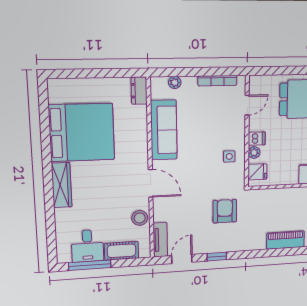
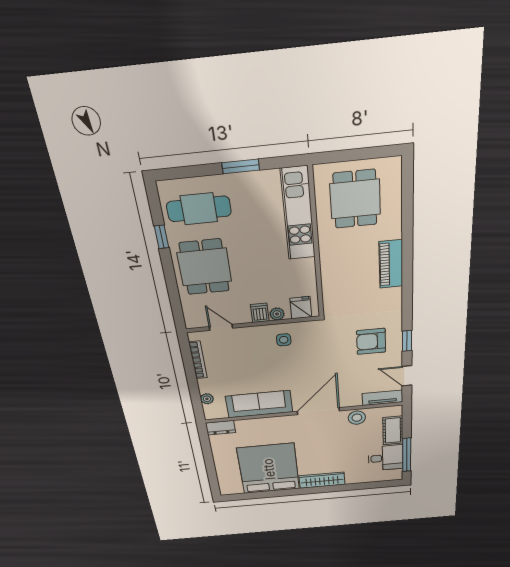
door: (151, 183) -> (318, 411), width x1.36
armchair: (225, 211) -> (371, 341), moved

